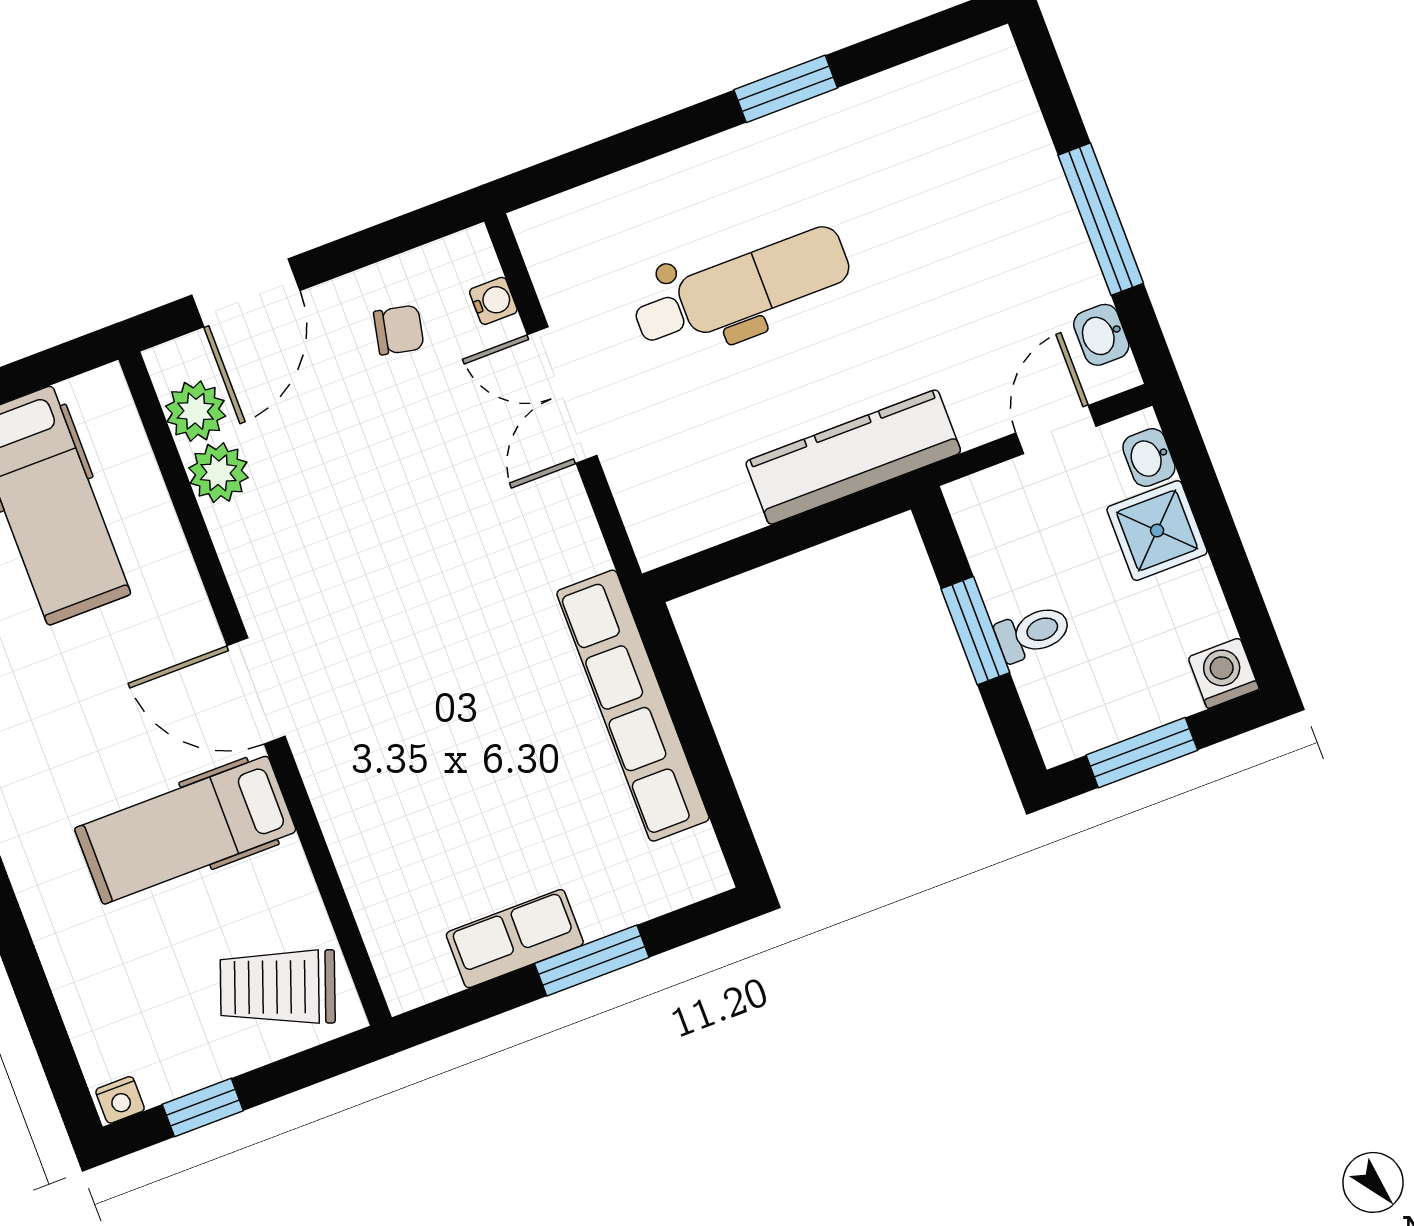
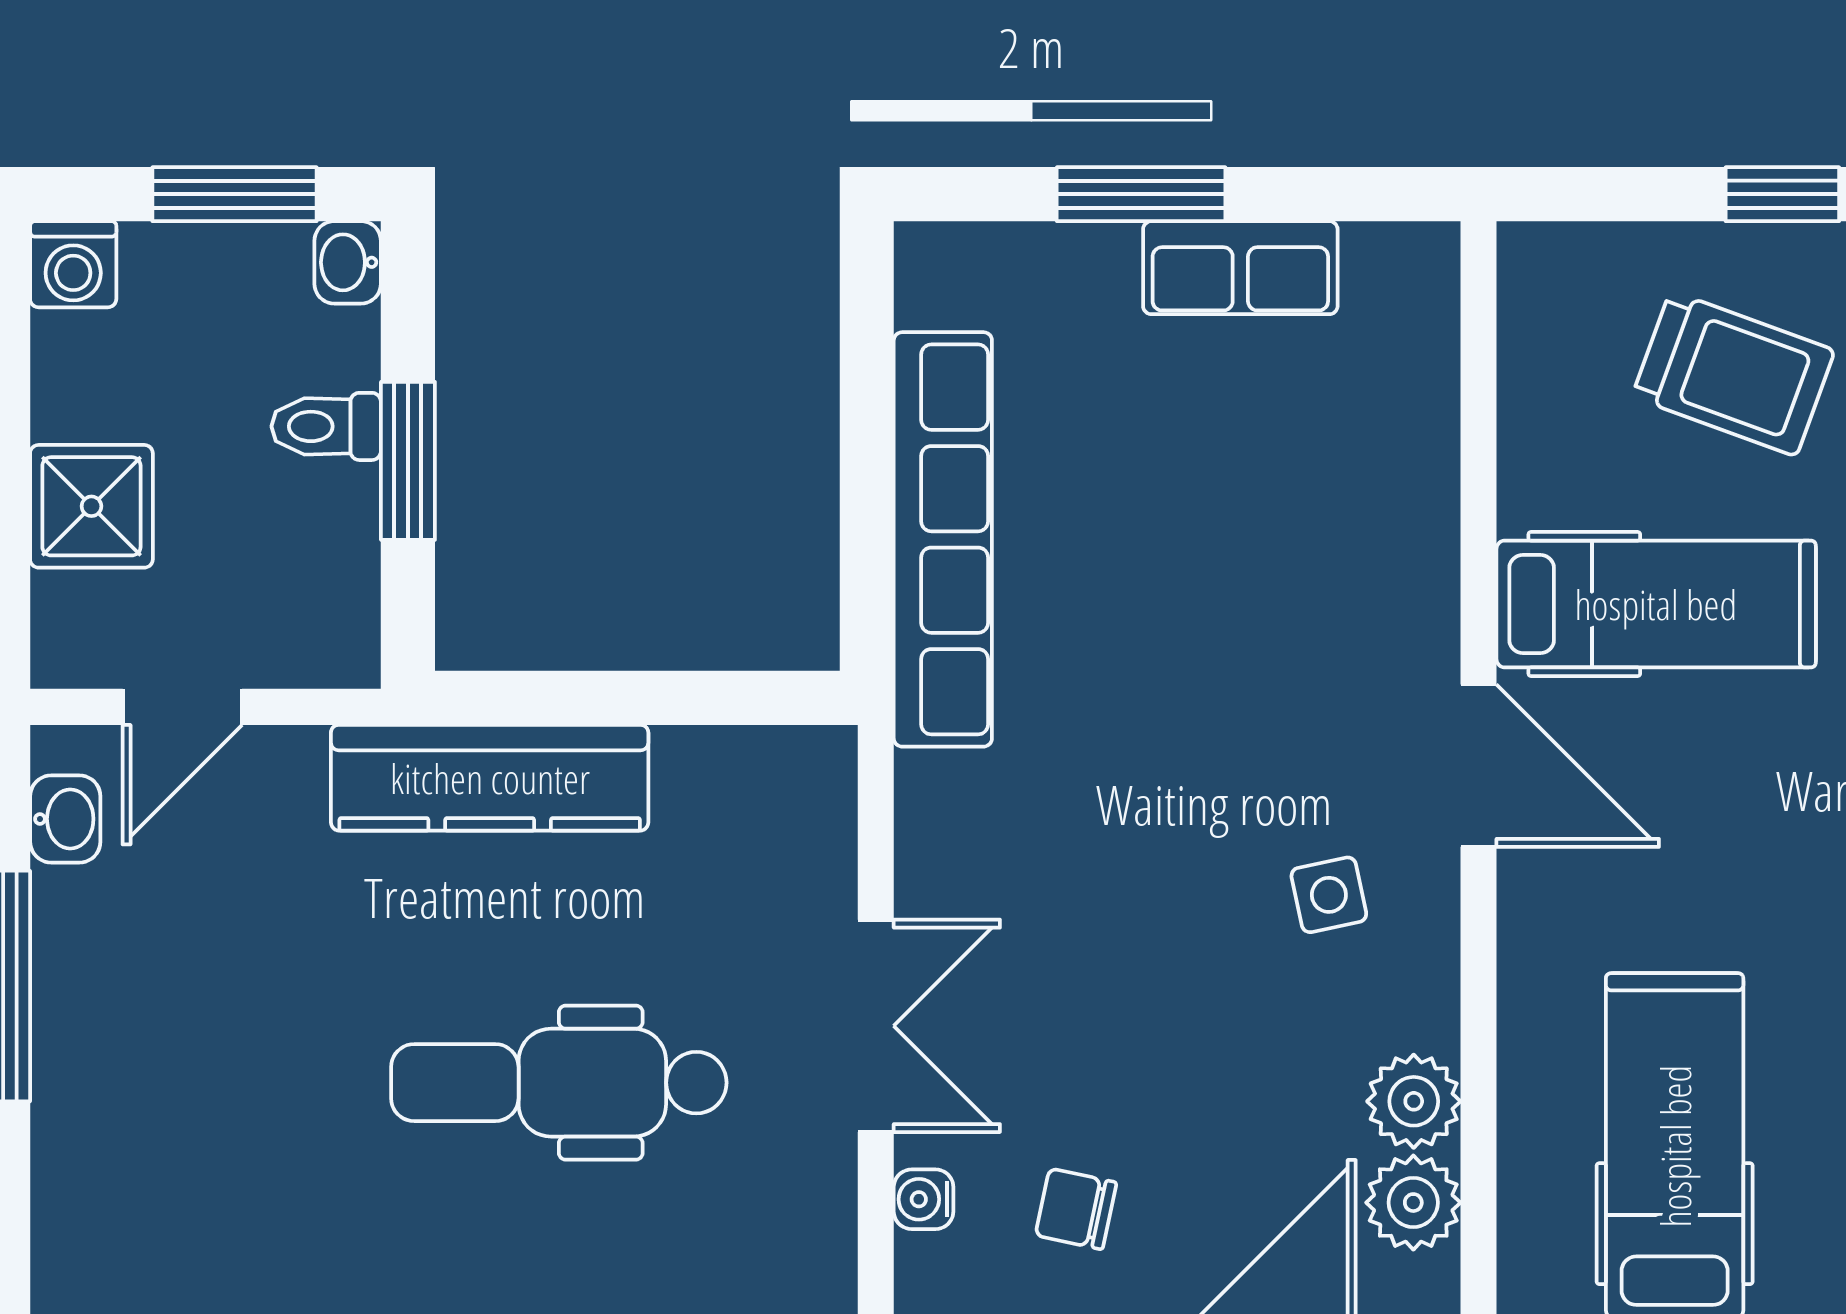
washbasin: (1149, 457) -> (348, 262), moved, turned 180
side table: (317, 578) -> (1329, 895), added
trolley: (278, 987) -> (1733, 374), moved

